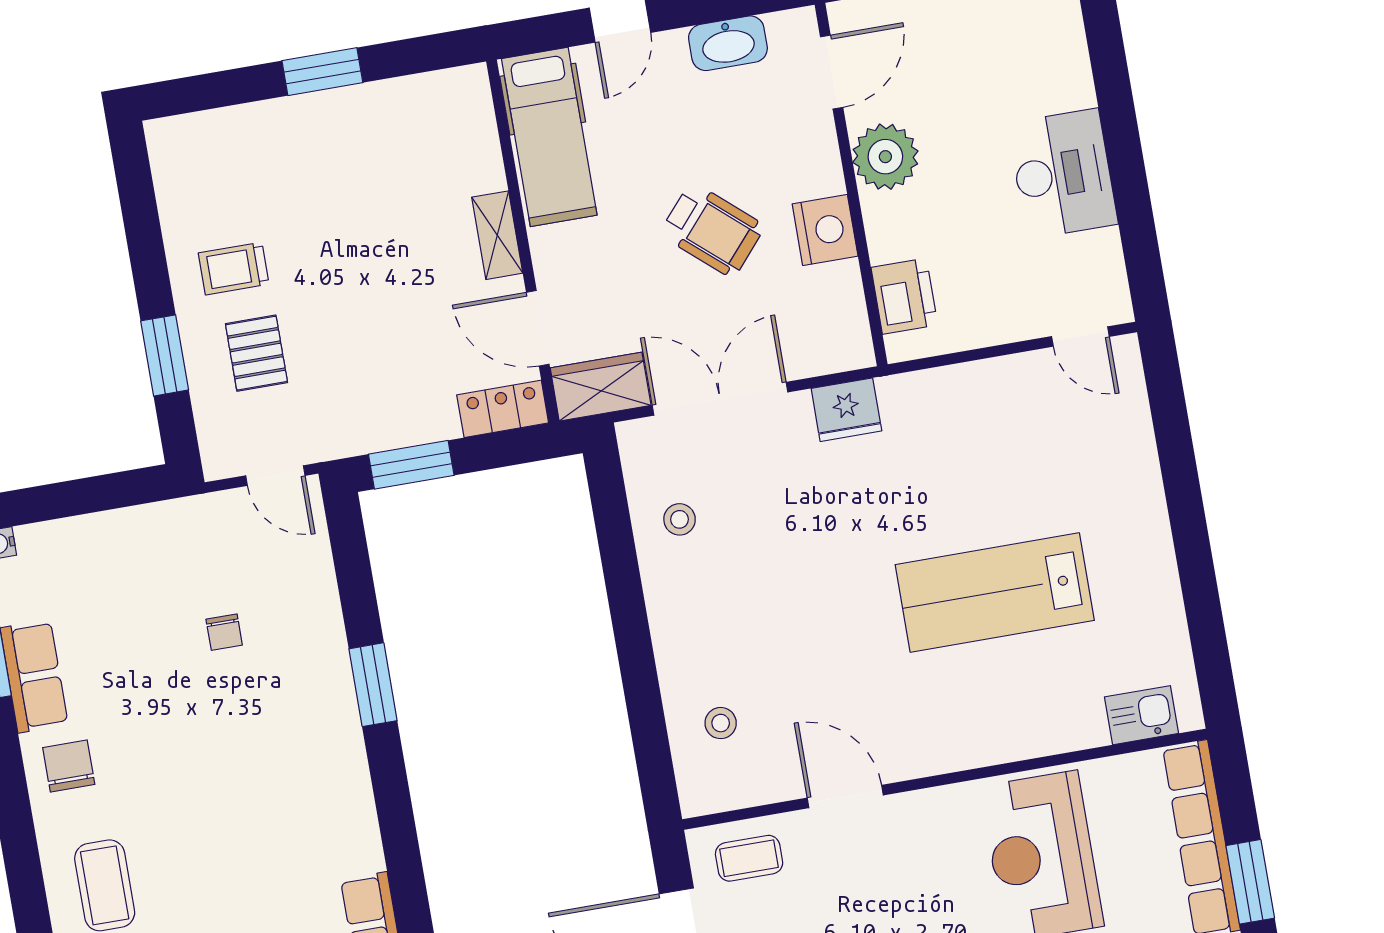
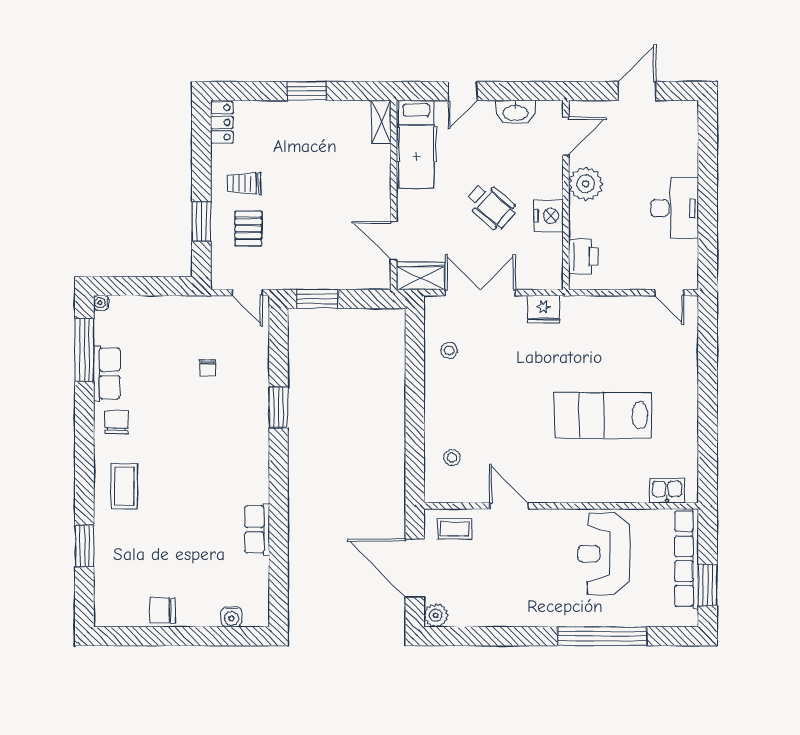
shelving: (497, 235) -> (381, 122), moved
locker: (503, 409) -> (222, 122), moved, turned 90

